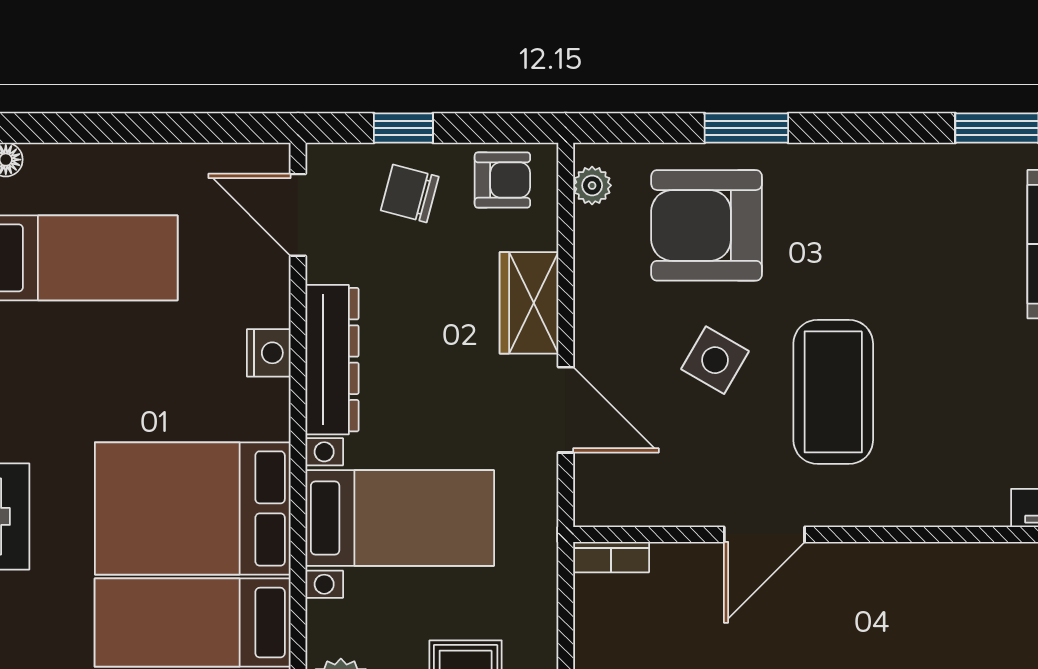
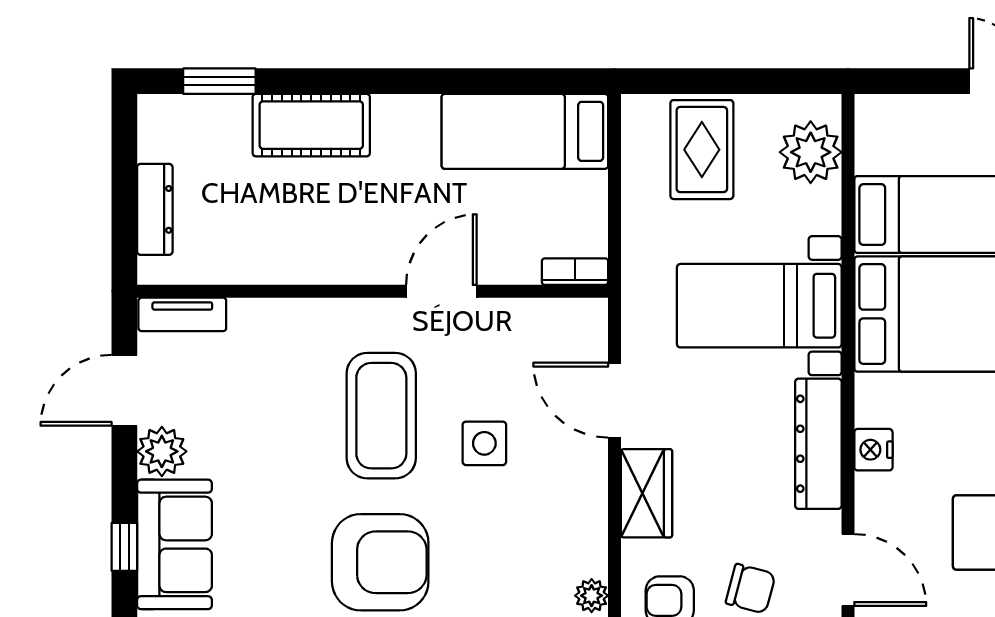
armchair: (707, 225) -> (380, 562), moved
side table: (715, 360) -> (484, 443), turned -30

